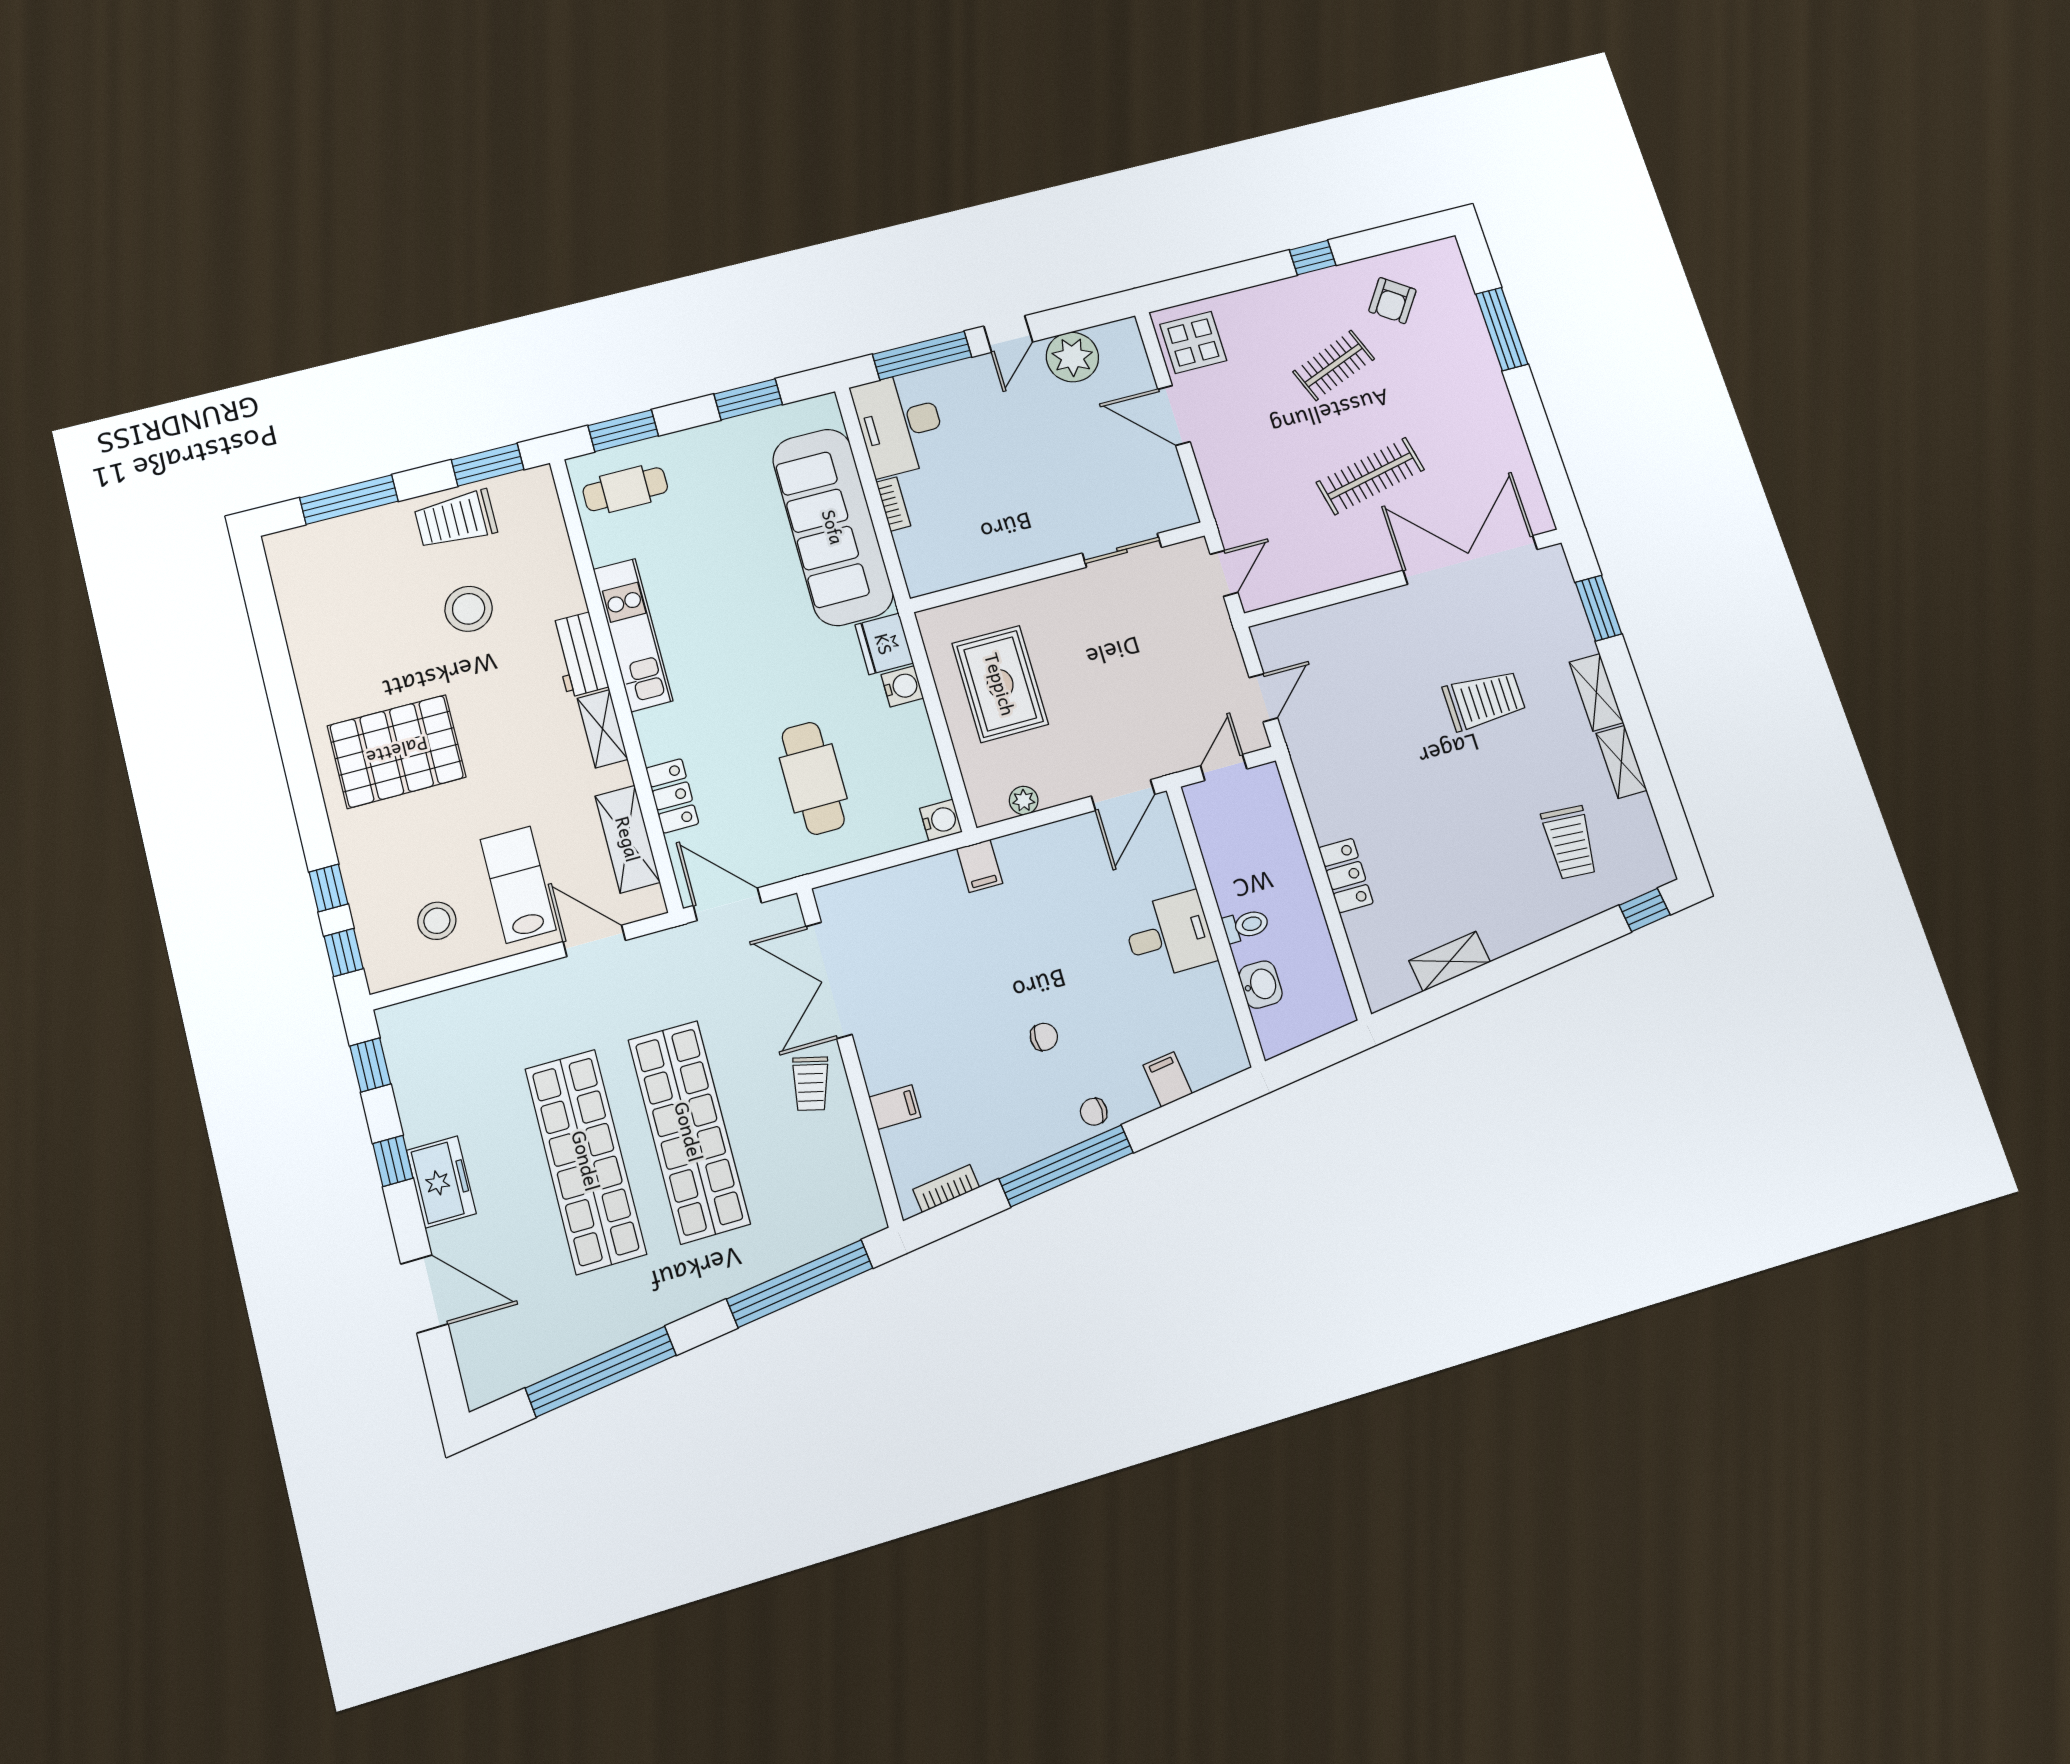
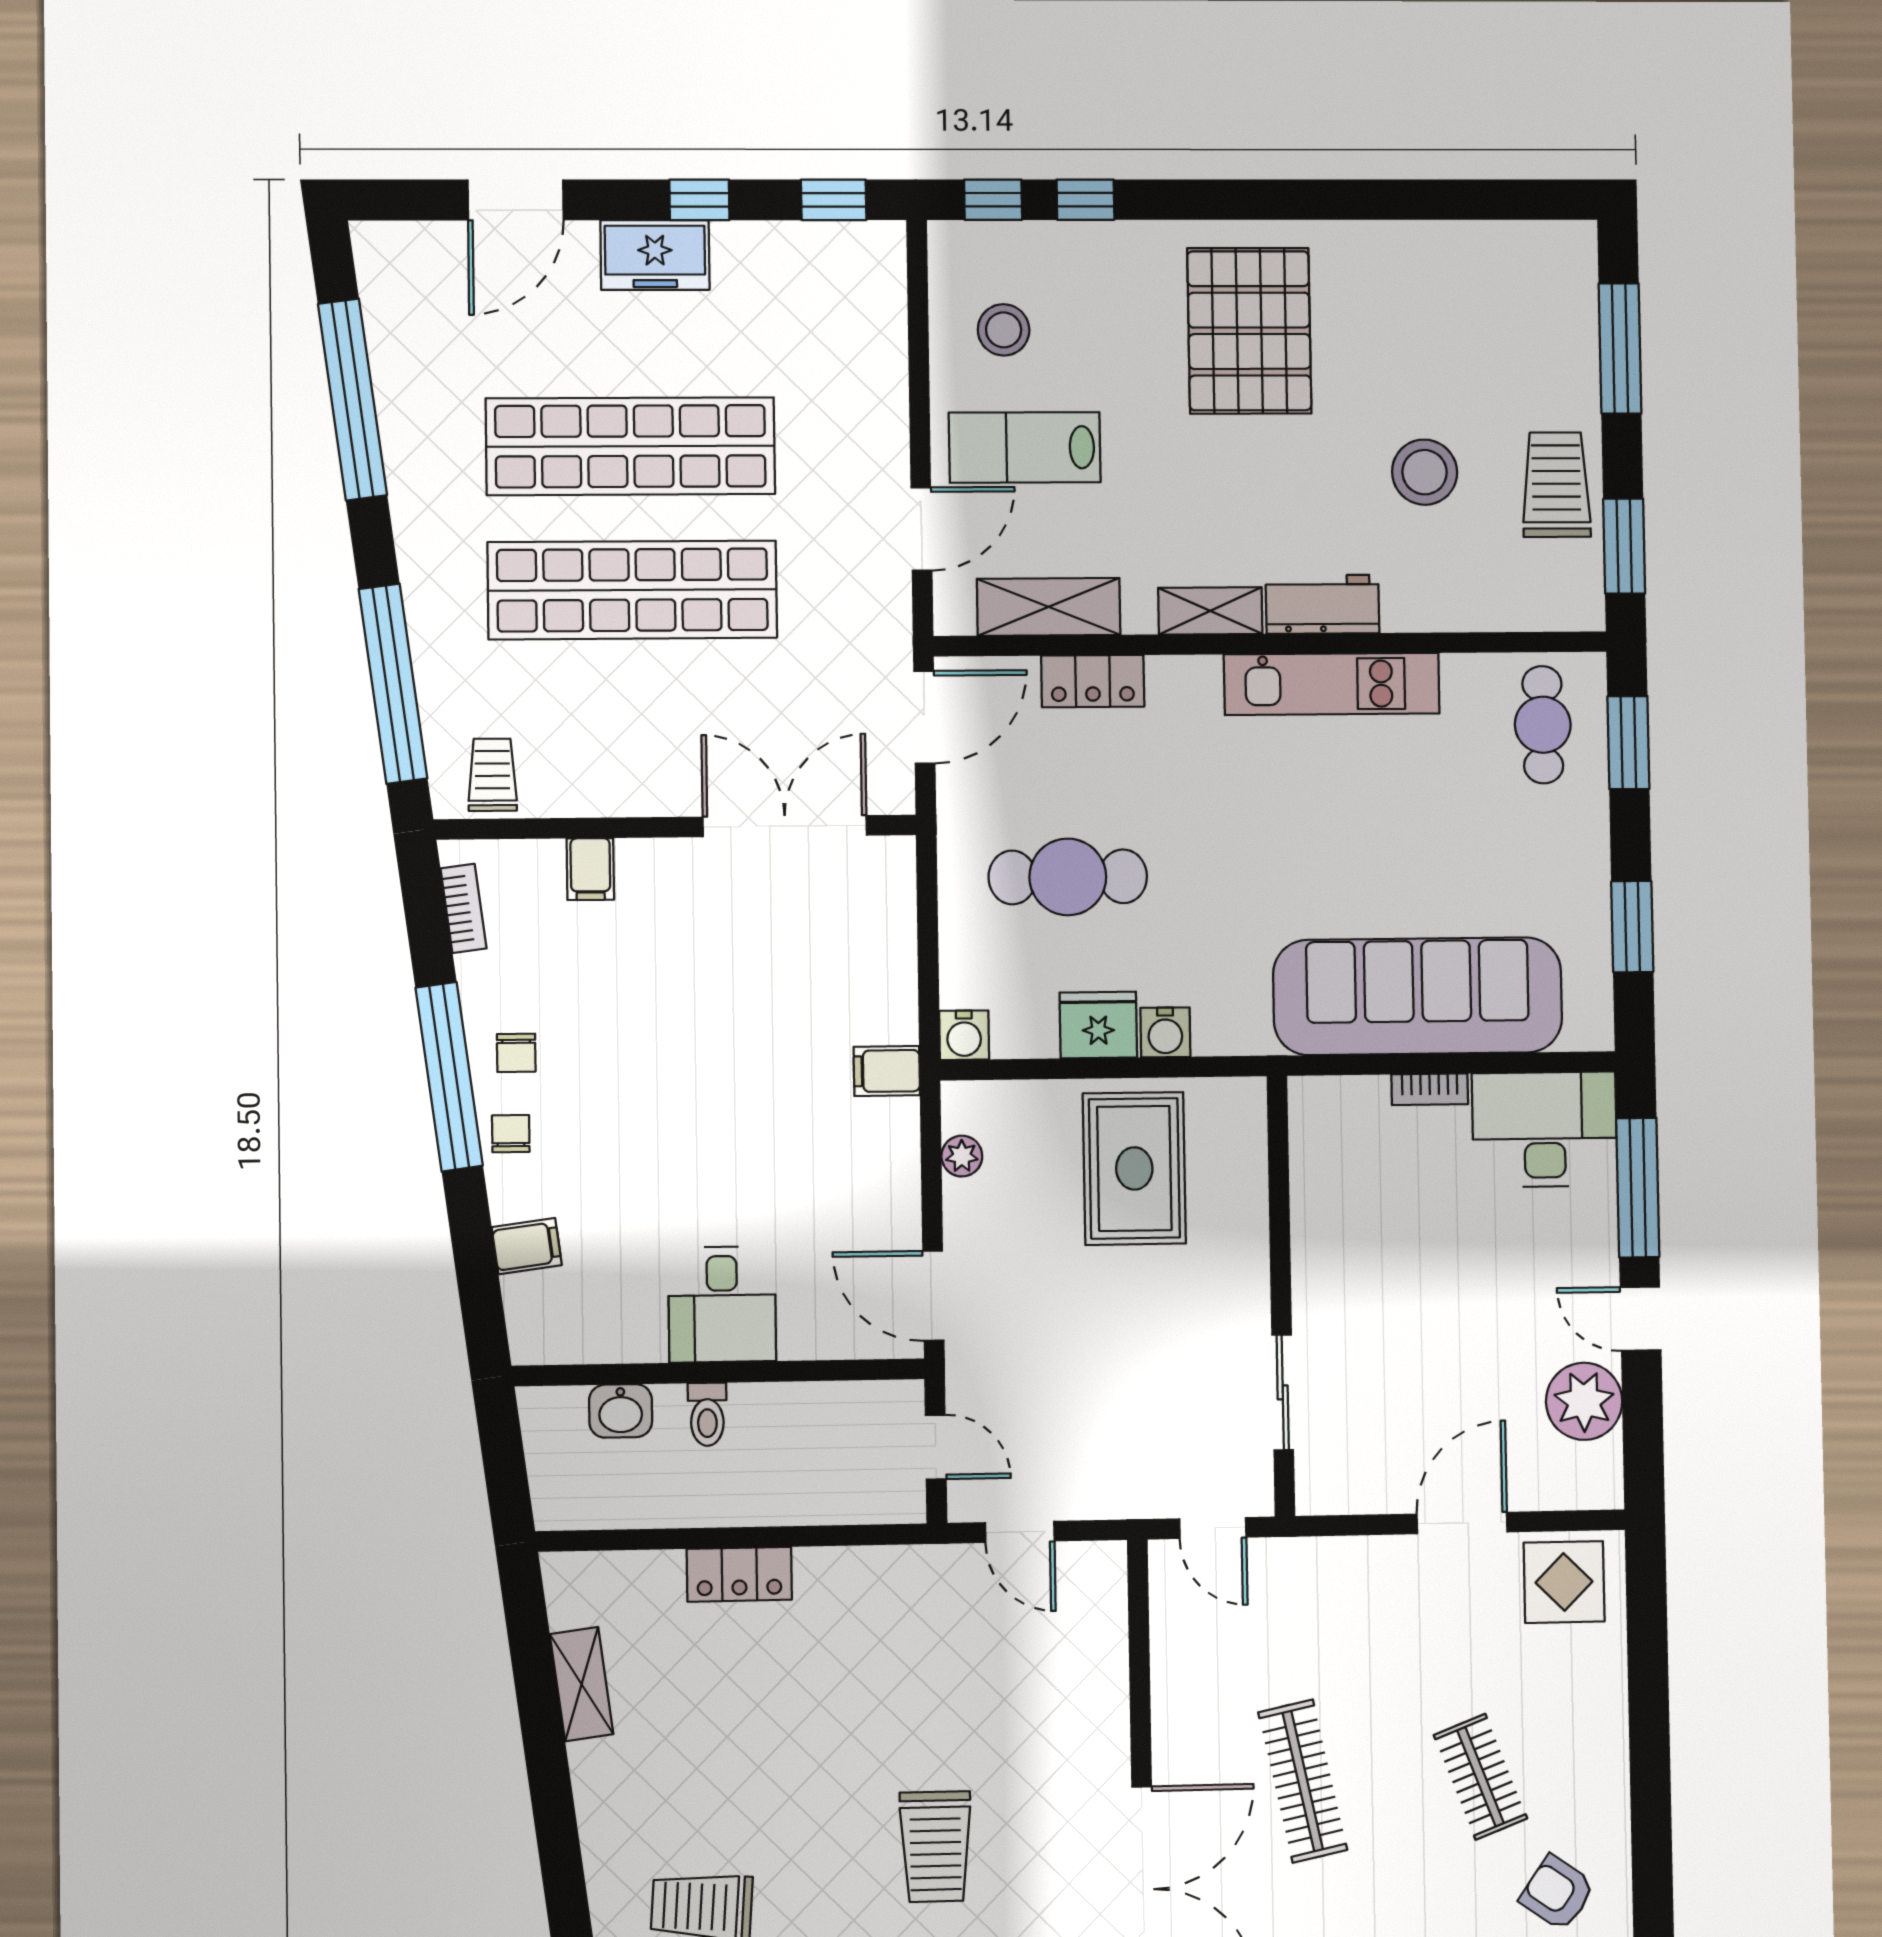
window: (1313, 258) -> (1651, 1794), removed
fridge: (884, 644) -> (1098, 1025), moved
rug: (1000, 684) -> (1134, 1168), turned 90
lab bench: (518, 885) -> (1025, 447), turned 180
chair: (1044, 1037) -> (516, 1053), moved
trolley: (811, 1084) -> (492, 775), moved, turned 76

